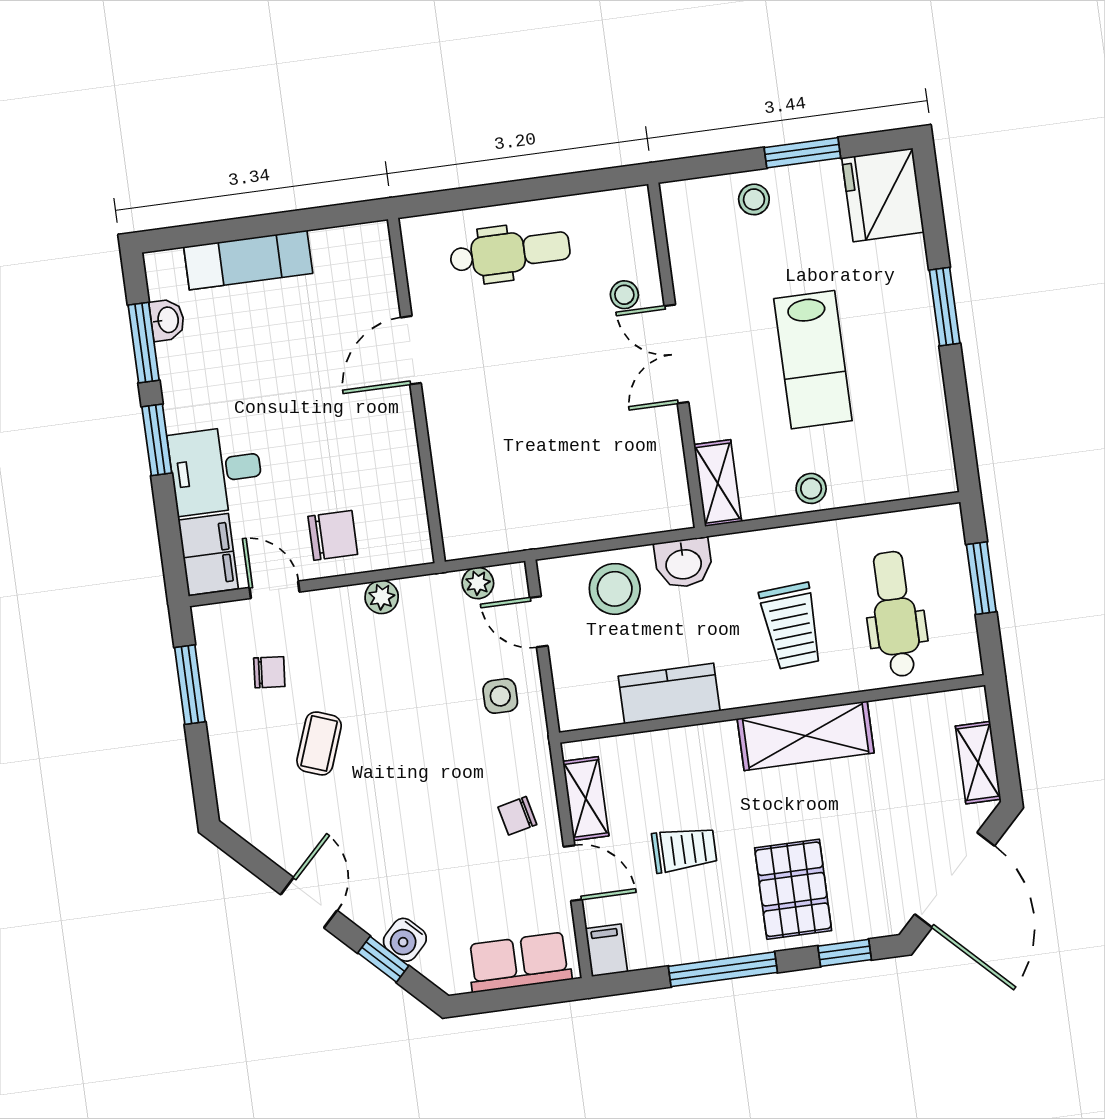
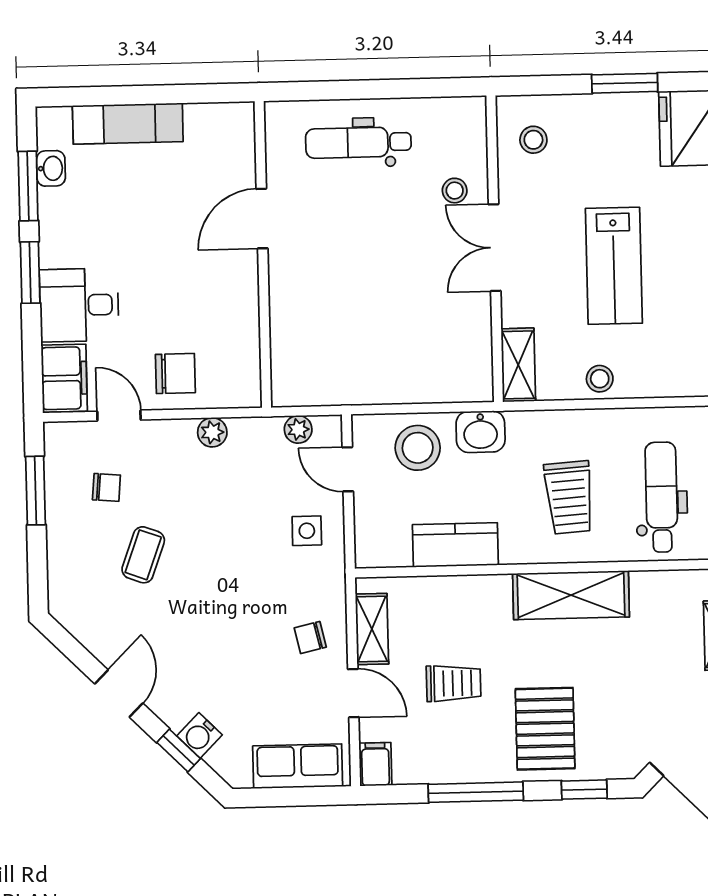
stool: (754, 199) -> (533, 140), moved
dental chair: (510, 253) -> (358, 143), turned 180

